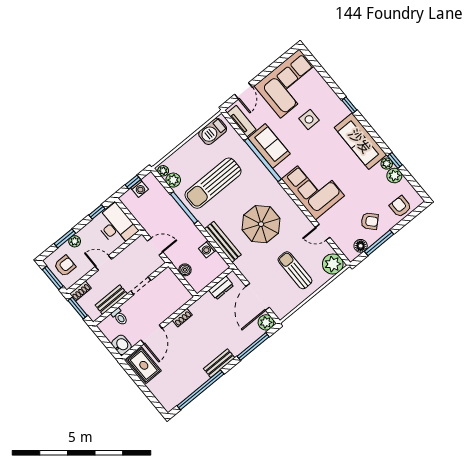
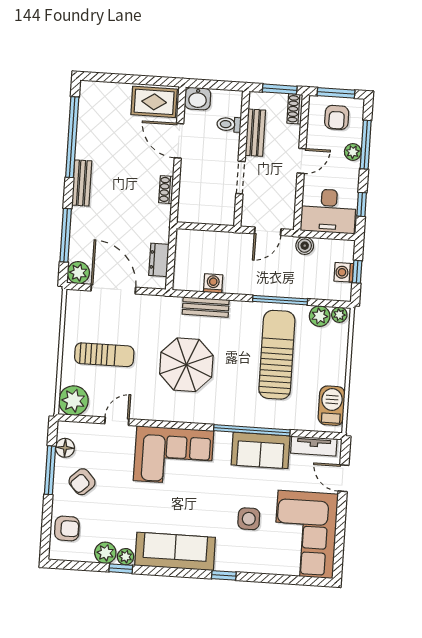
window: (65, 238) -> (366, 145), width x1.44
bench: (223, 242) -> (206, 307), width x0.73
boiler: (185, 270) -> (305, 246), moved

